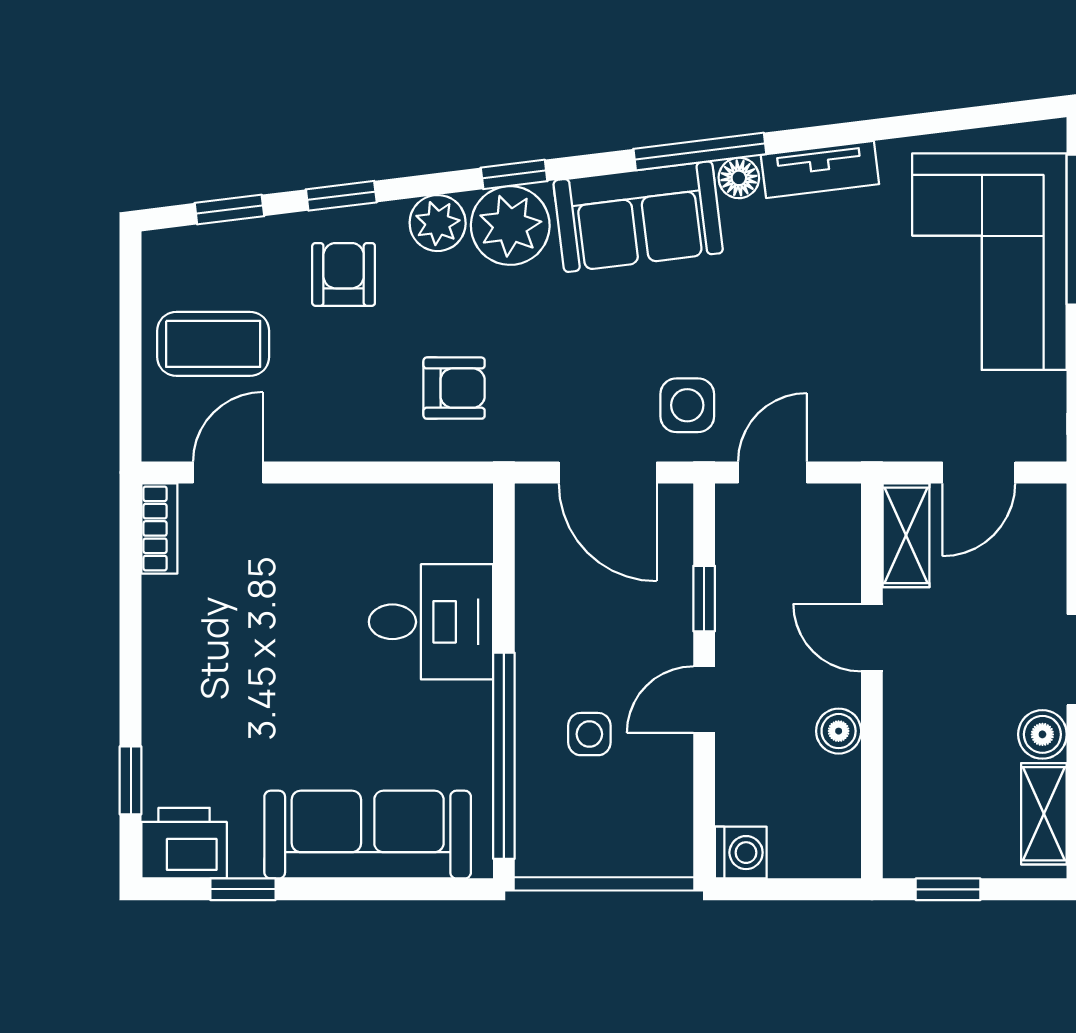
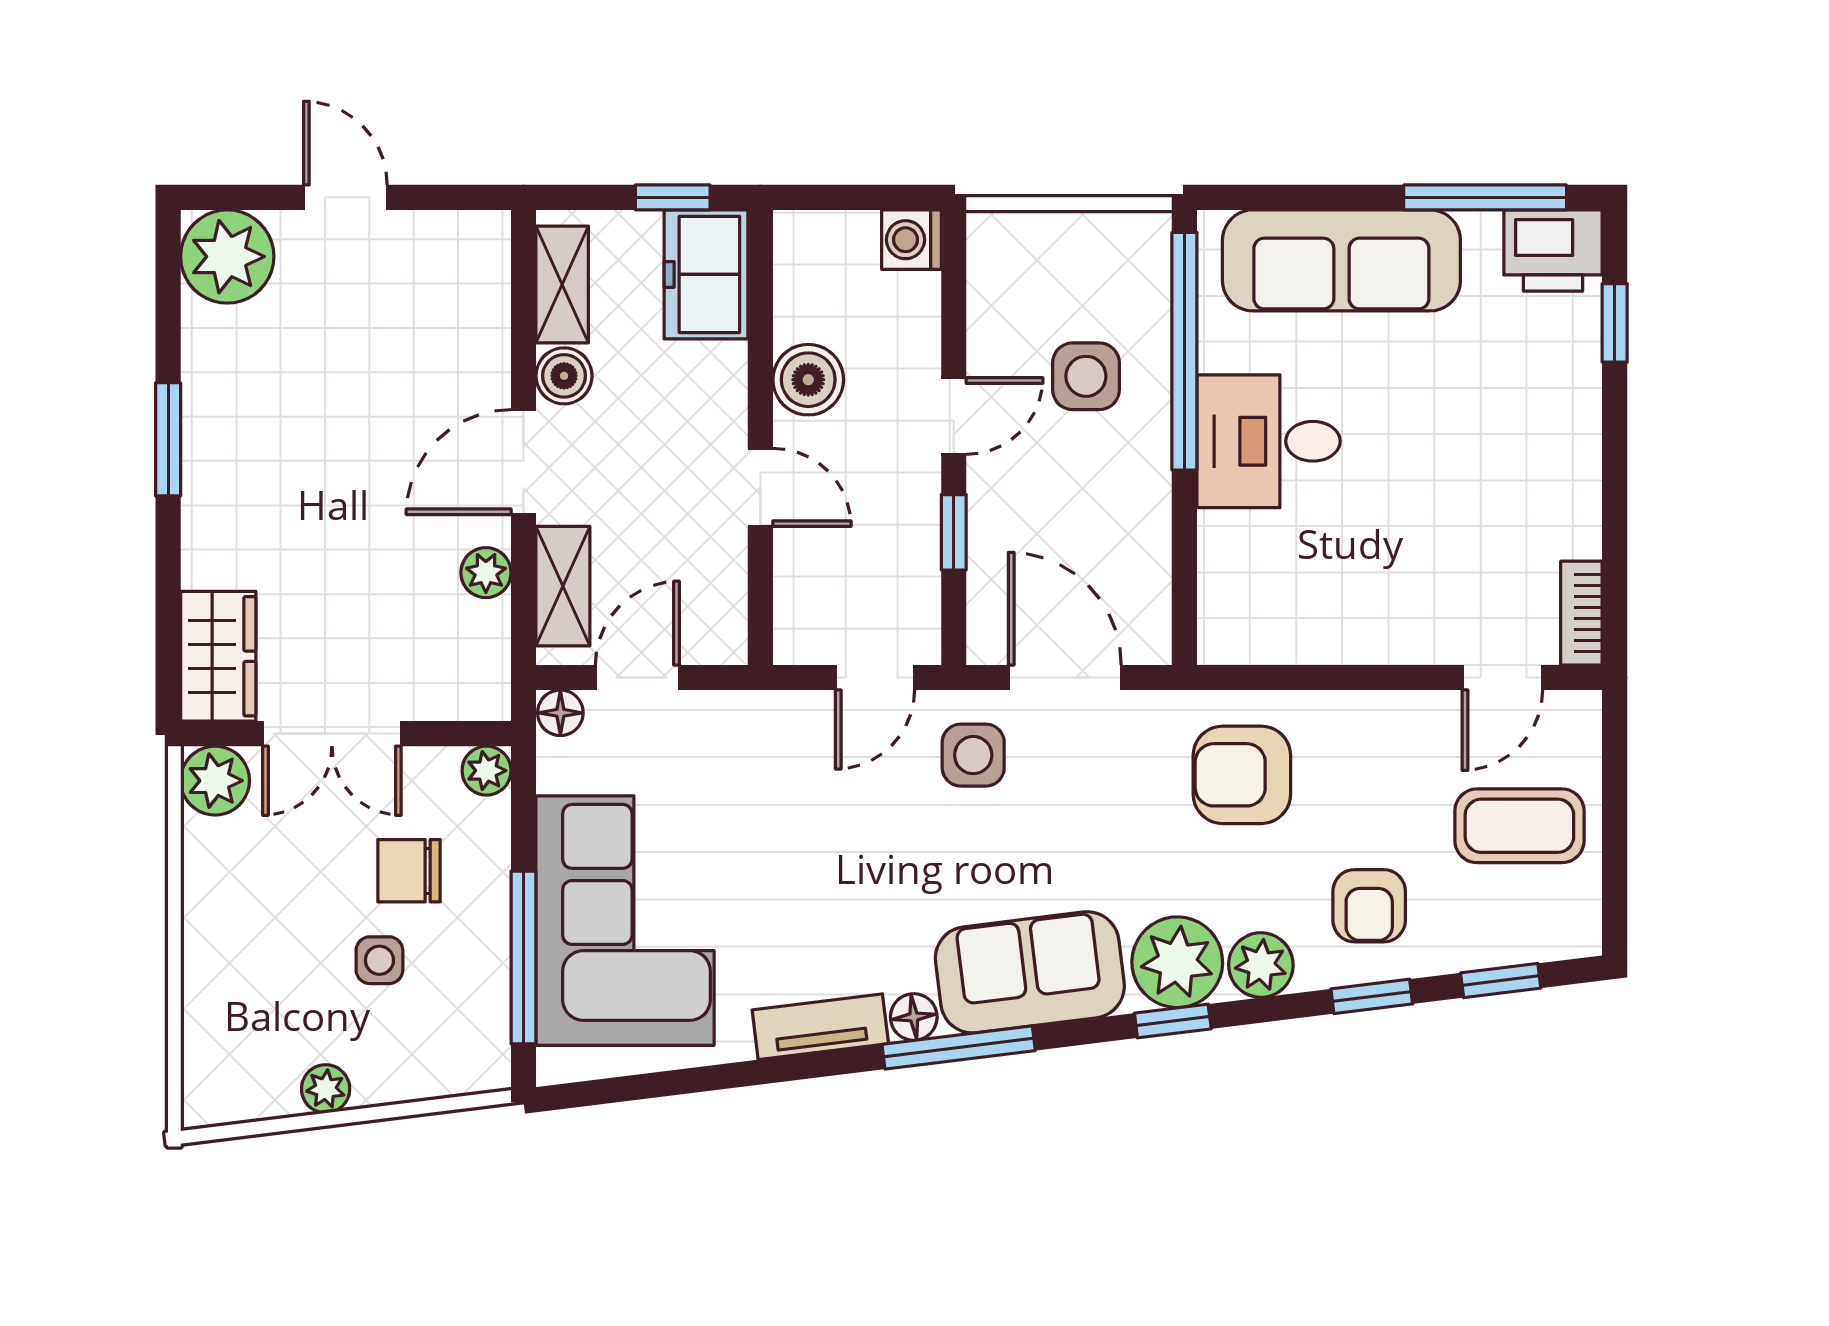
armchair: (454, 388) -> (1242, 775), width x1.38, depth x1.38
floor lamp: (1046, 442) -> (560, 713), added
shelving: (906, 535) -> (563, 586), moved
desk: (431, 622) -> (1269, 441), moved
boiler: (839, 731) -> (808, 380), width x1.36, depth x1.36
side table: (589, 734) -> (1086, 376), width x1.37, depth x1.37
freezer: (919, 822) -> (706, 274), added
window: (243, 889) -> (1485, 197), width x2.17

